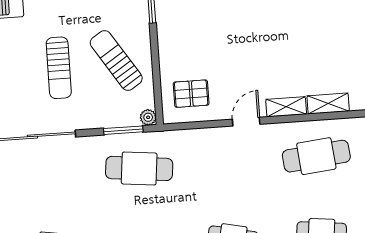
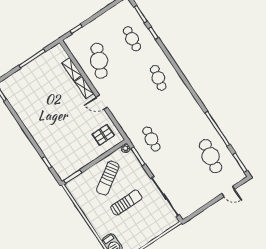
pallet: (191, 94) -> (103, 135), turned 90
cafe table: (316, 156) -> (99, 61), turned 30
cafe table: (139, 168) -> (151, 139), width x0.73, depth x0.74

